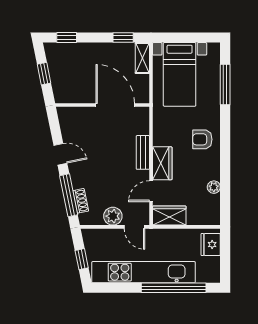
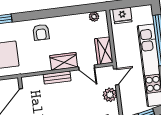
plant: (214, 187) -> (94, 17), moved

